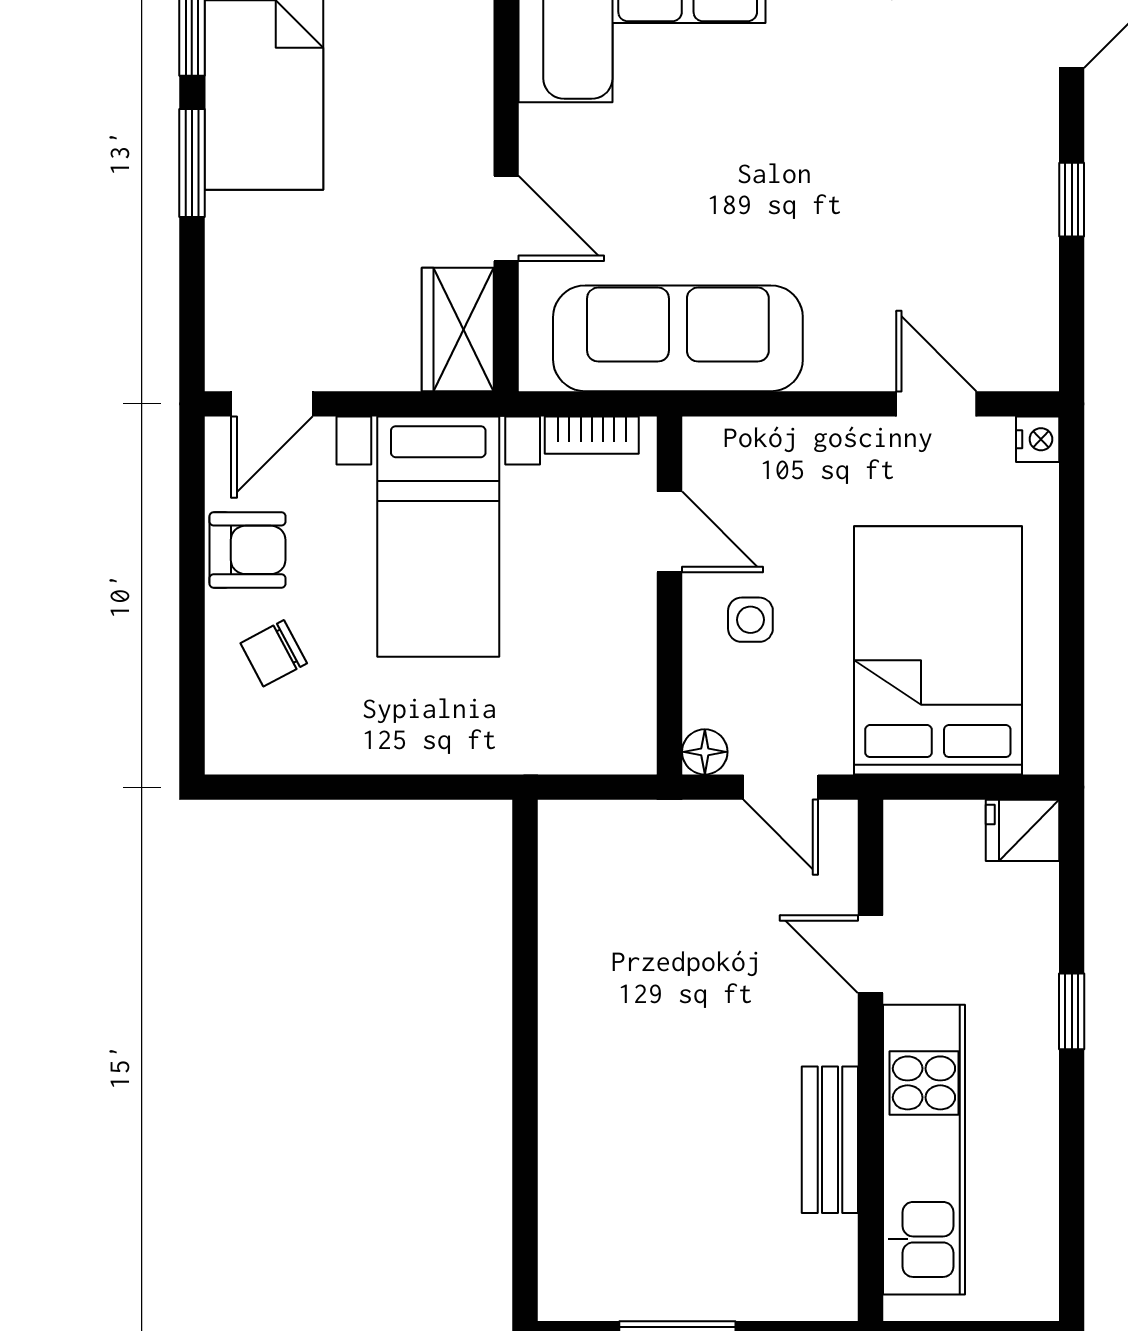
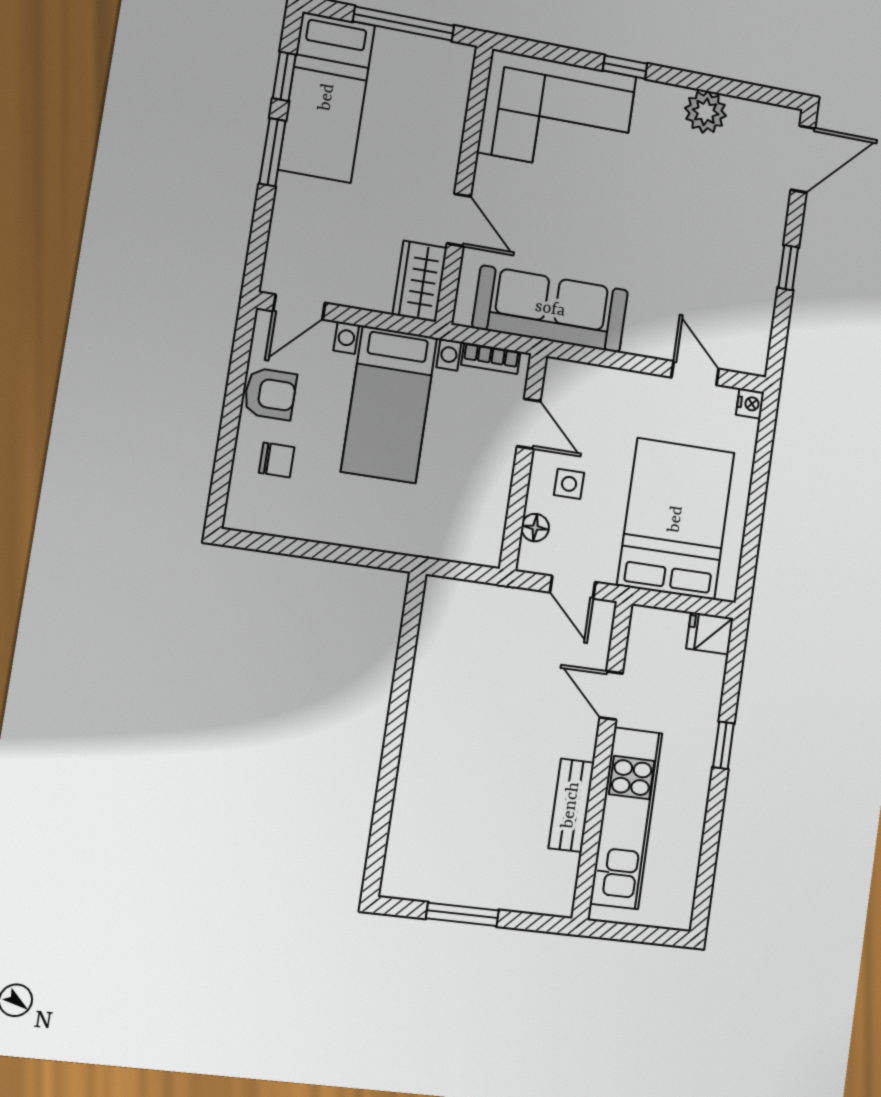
chair: (274, 653) -> (277, 460), turned -152
floor lamp: (705, 752) -> (535, 528), moved

